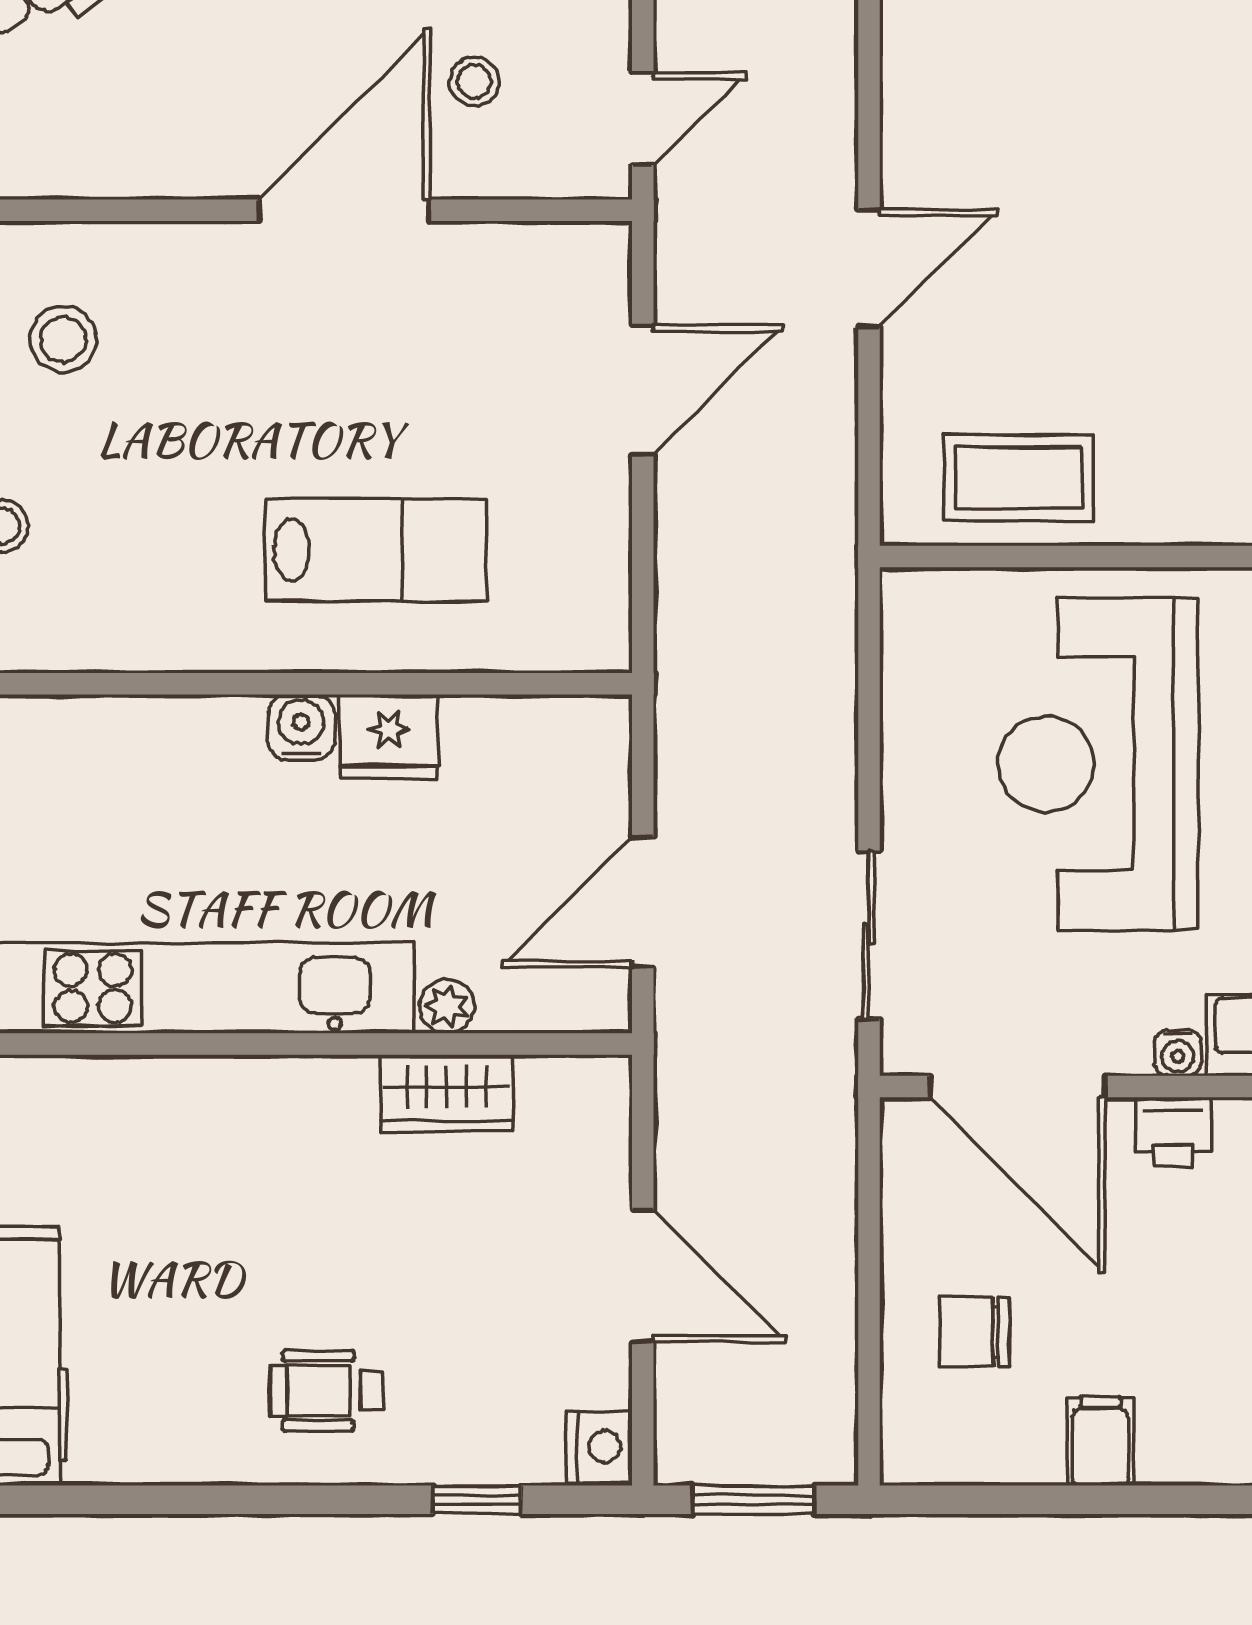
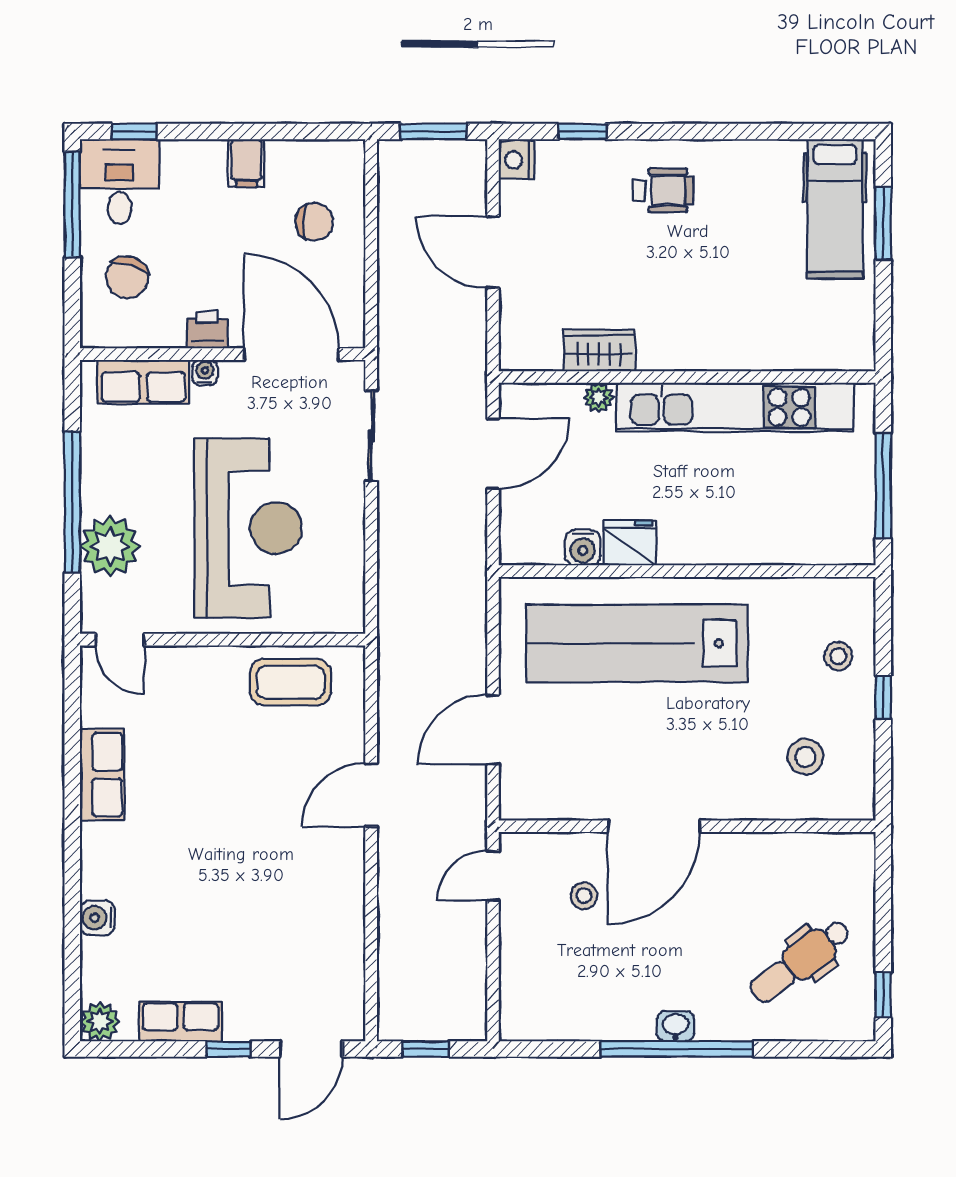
lab bench: (376, 550) -> (637, 643), width x1.86, depth x1.39
water cooler: (301, 727) -> (583, 548), moved

